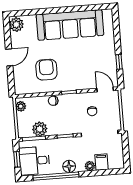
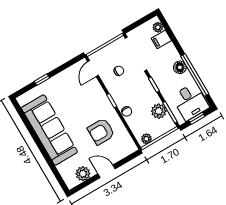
plant: (16, 25) -> (83, 174), moved
window: (119, 62) -> (42, 80), moved
plant: (90, 166) -> (158, 27), moved

